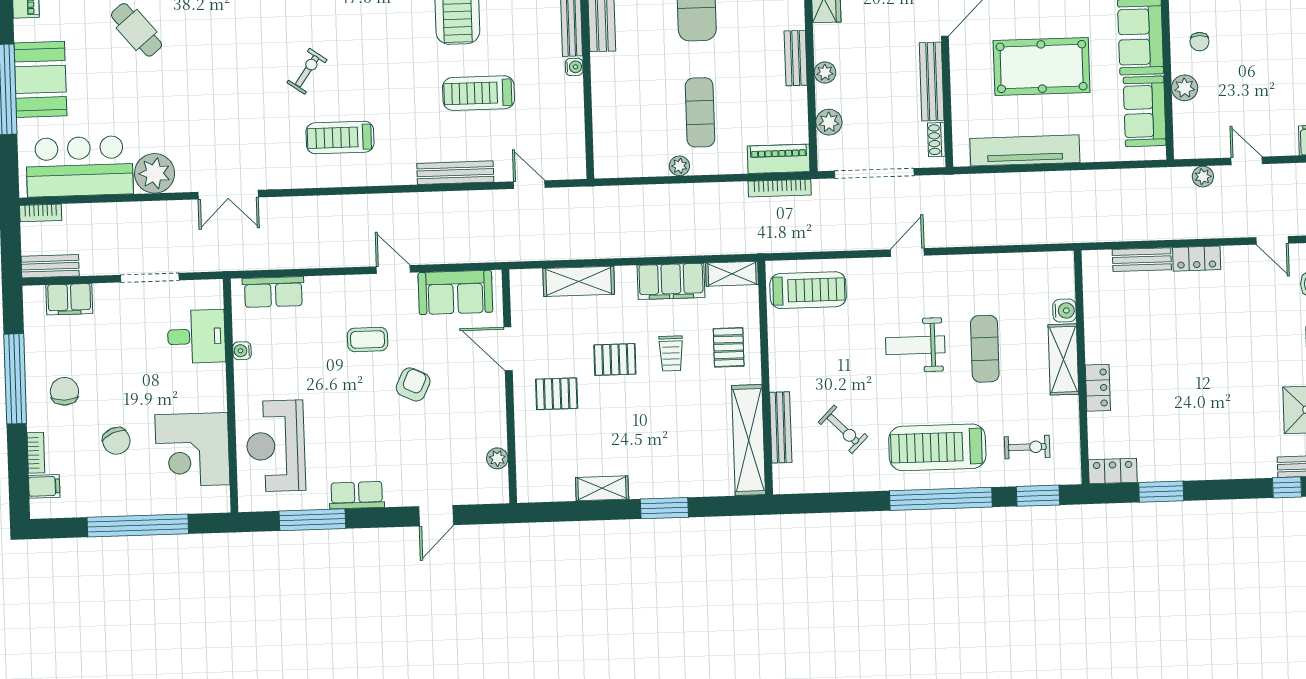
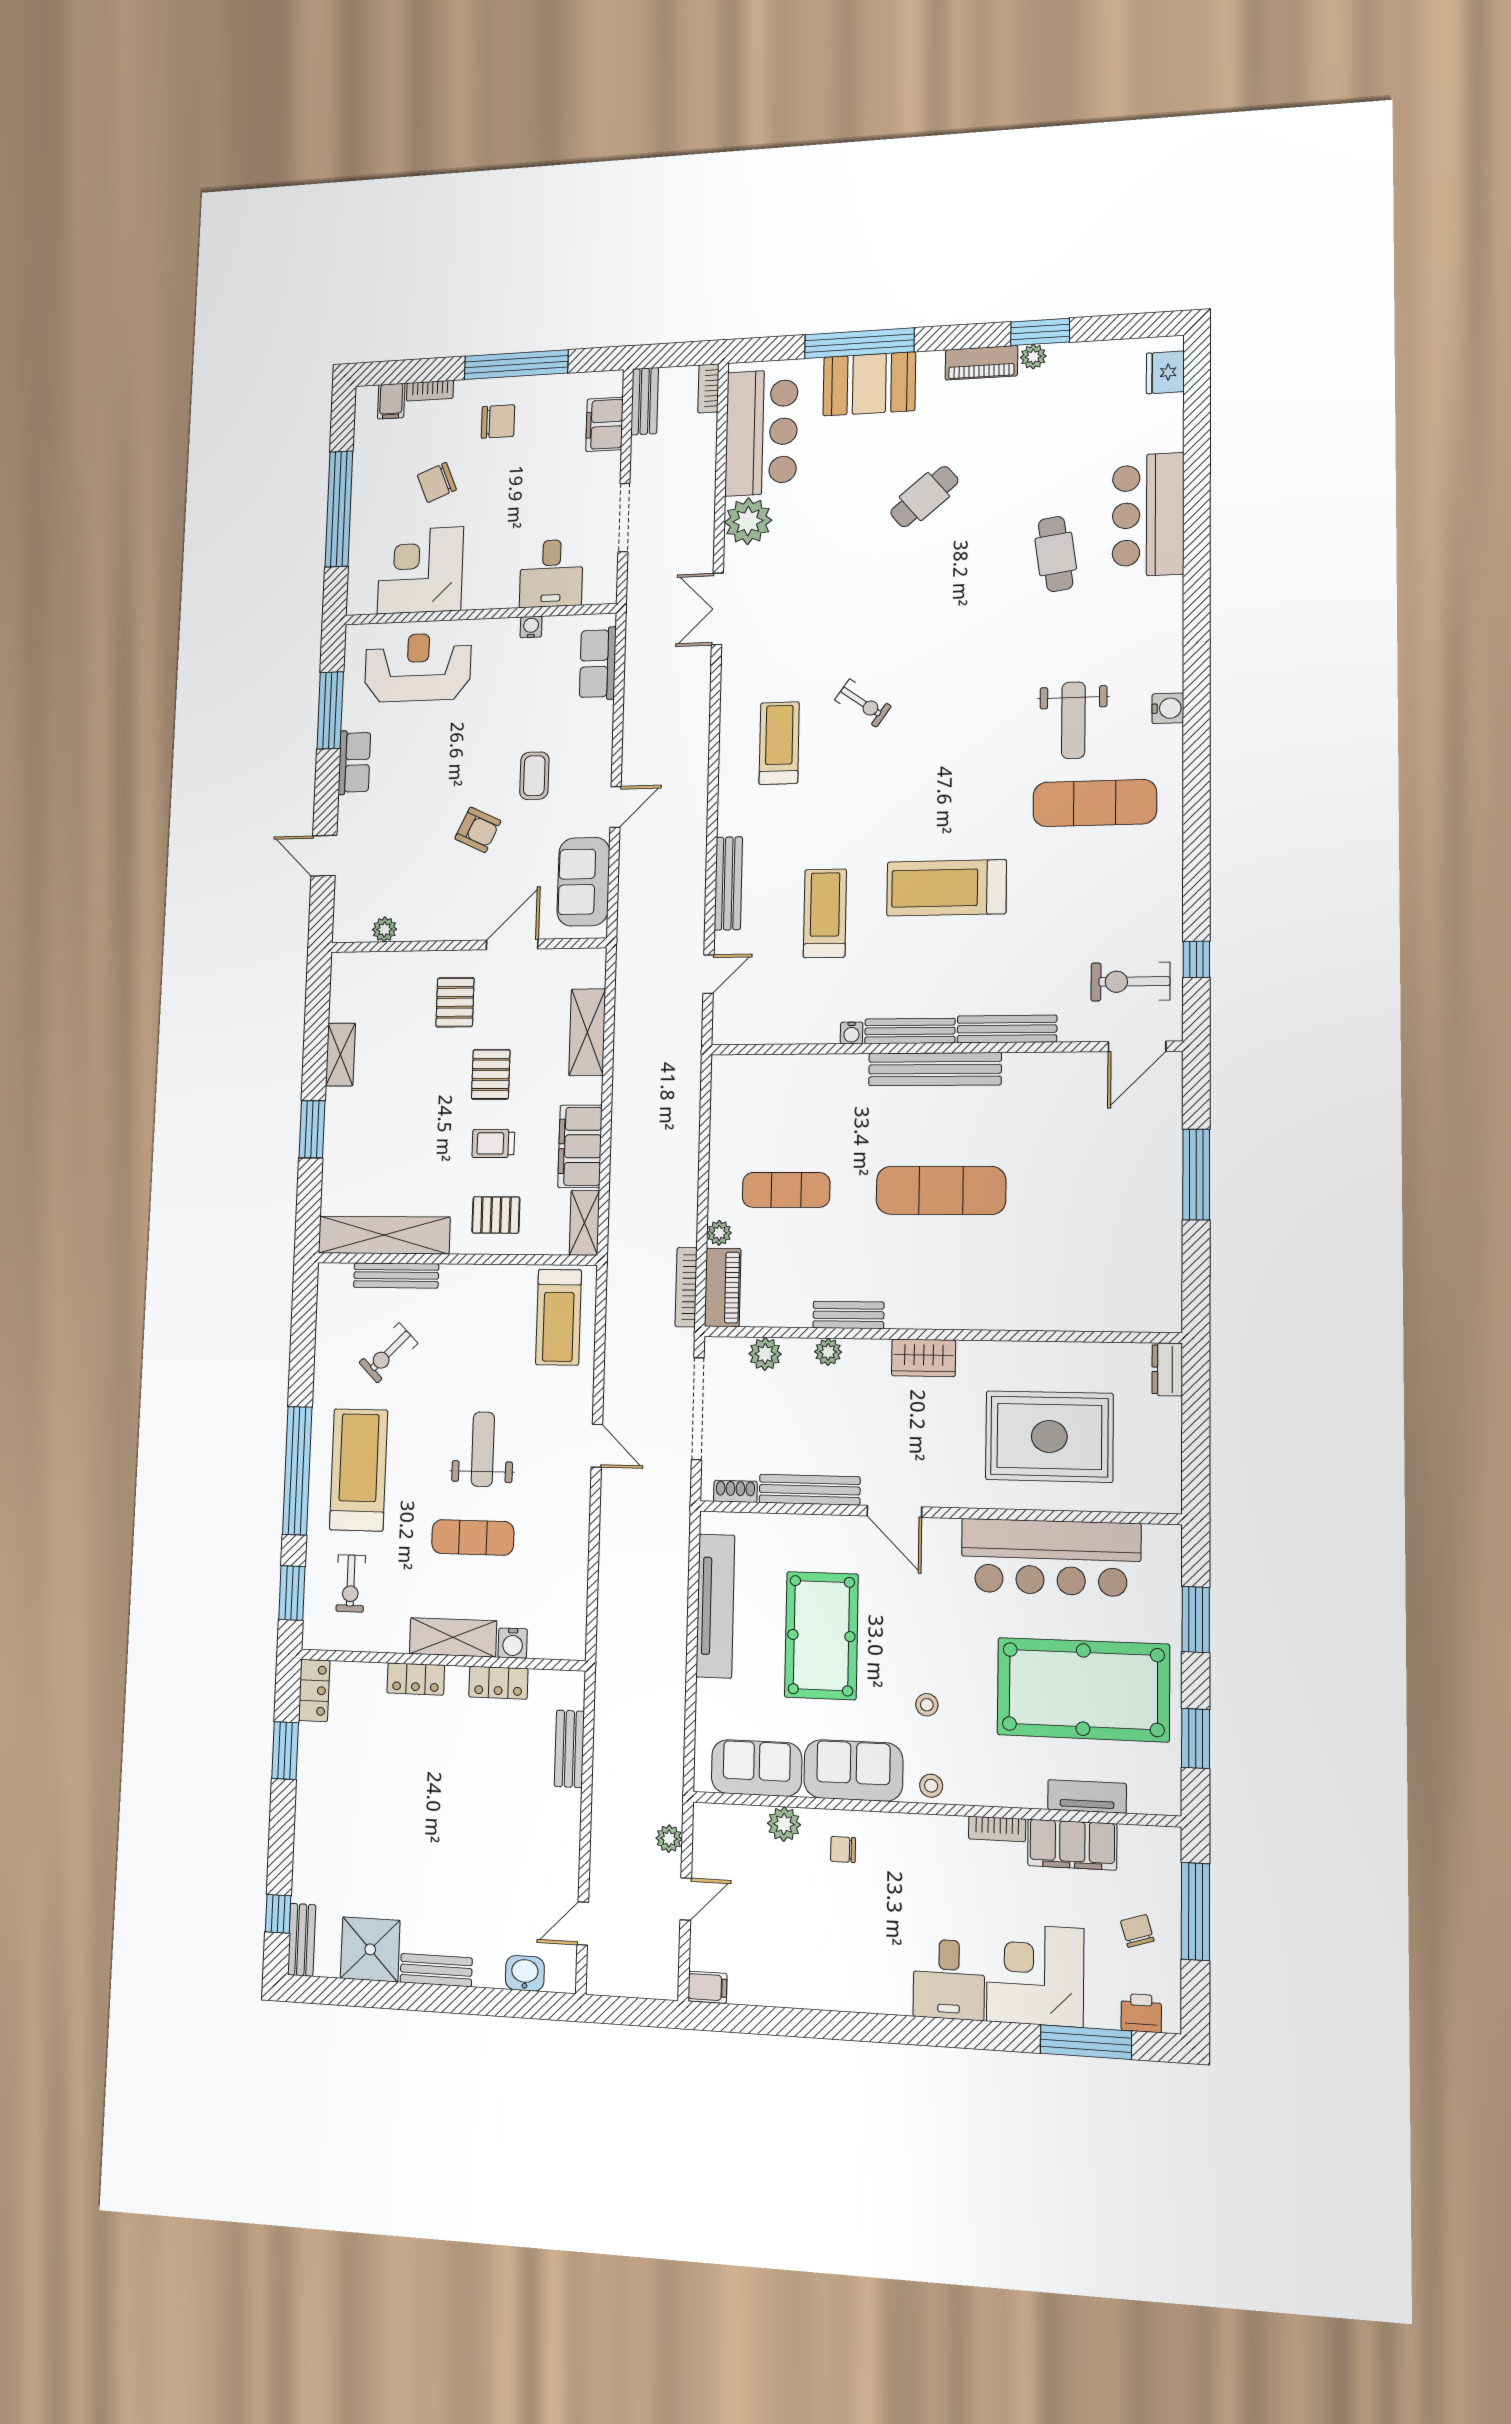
plant: (679, 166) -> (719, 1233), moved
locker: (1197, 259) -> (498, 1683), moved, turned -90

